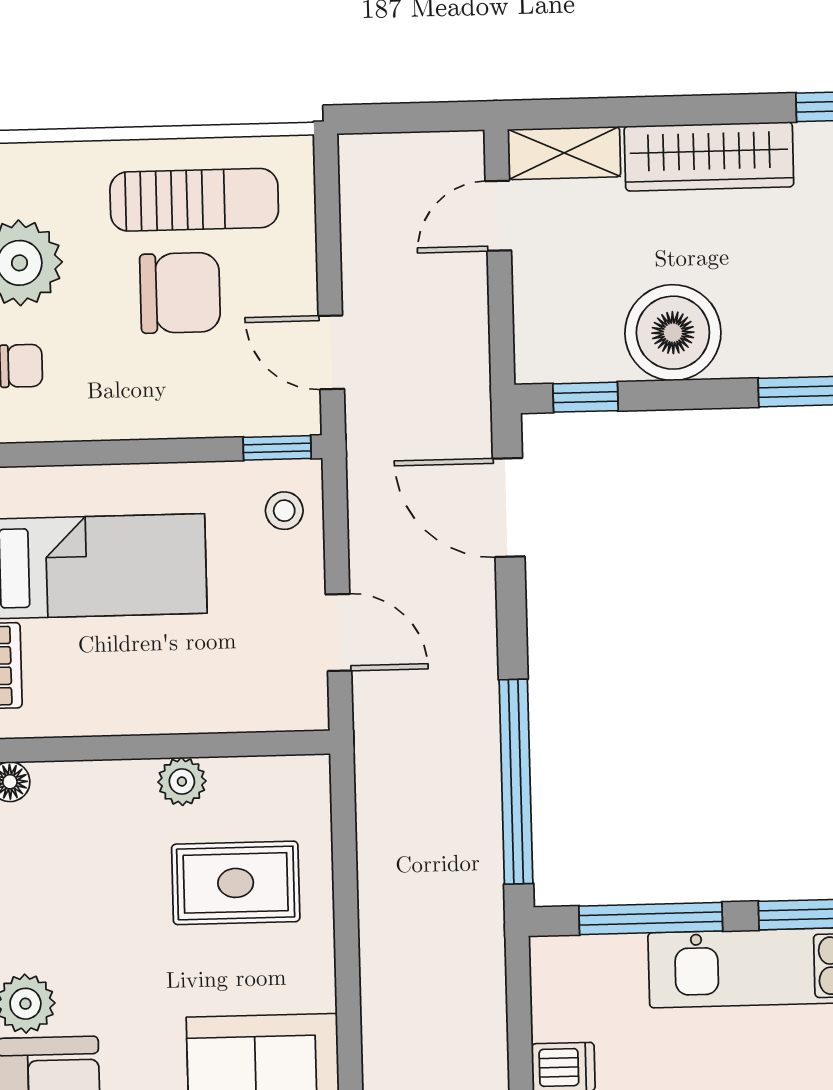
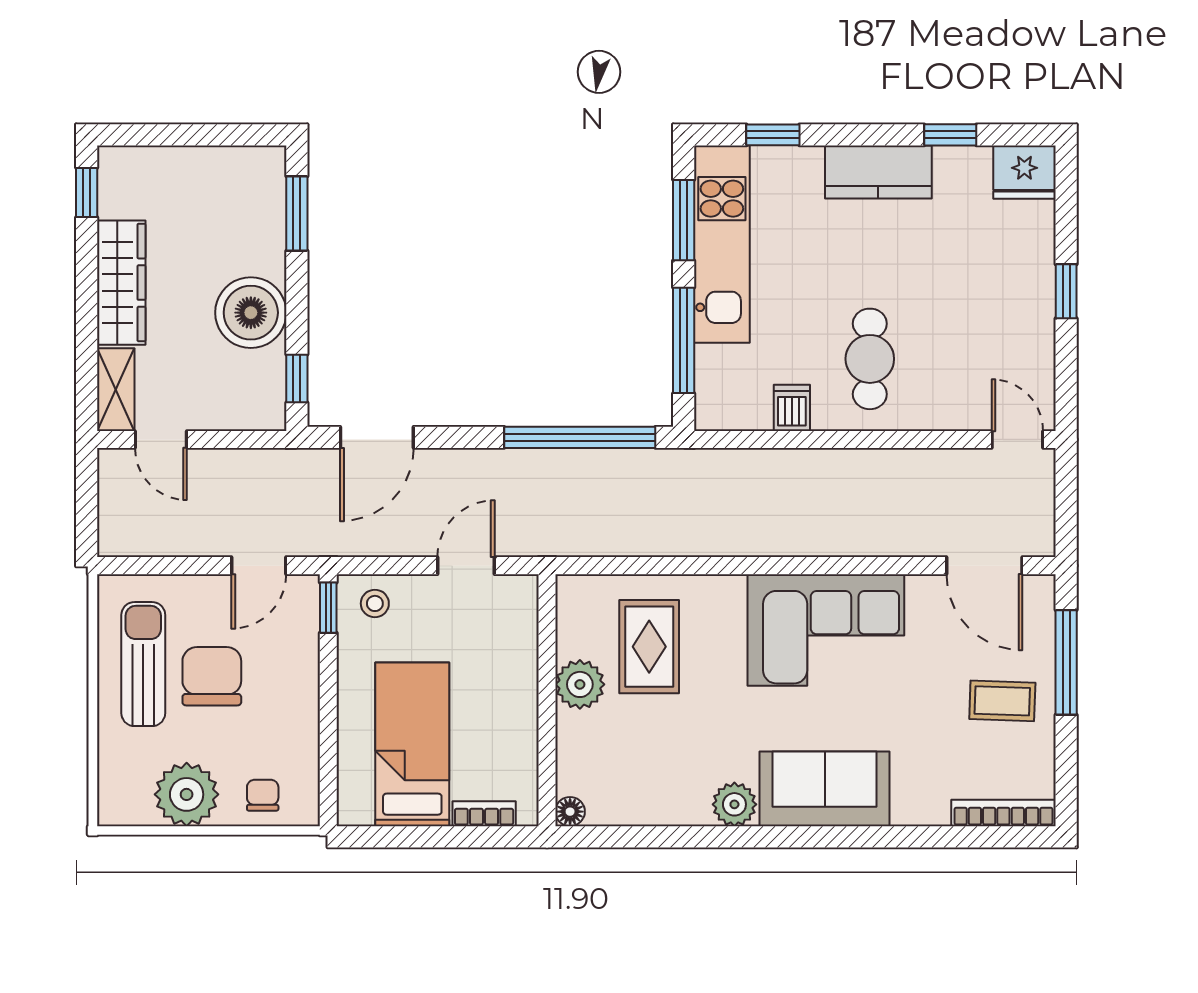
plant: (182, 781) -> (580, 684), width x1.38, depth x1.38

